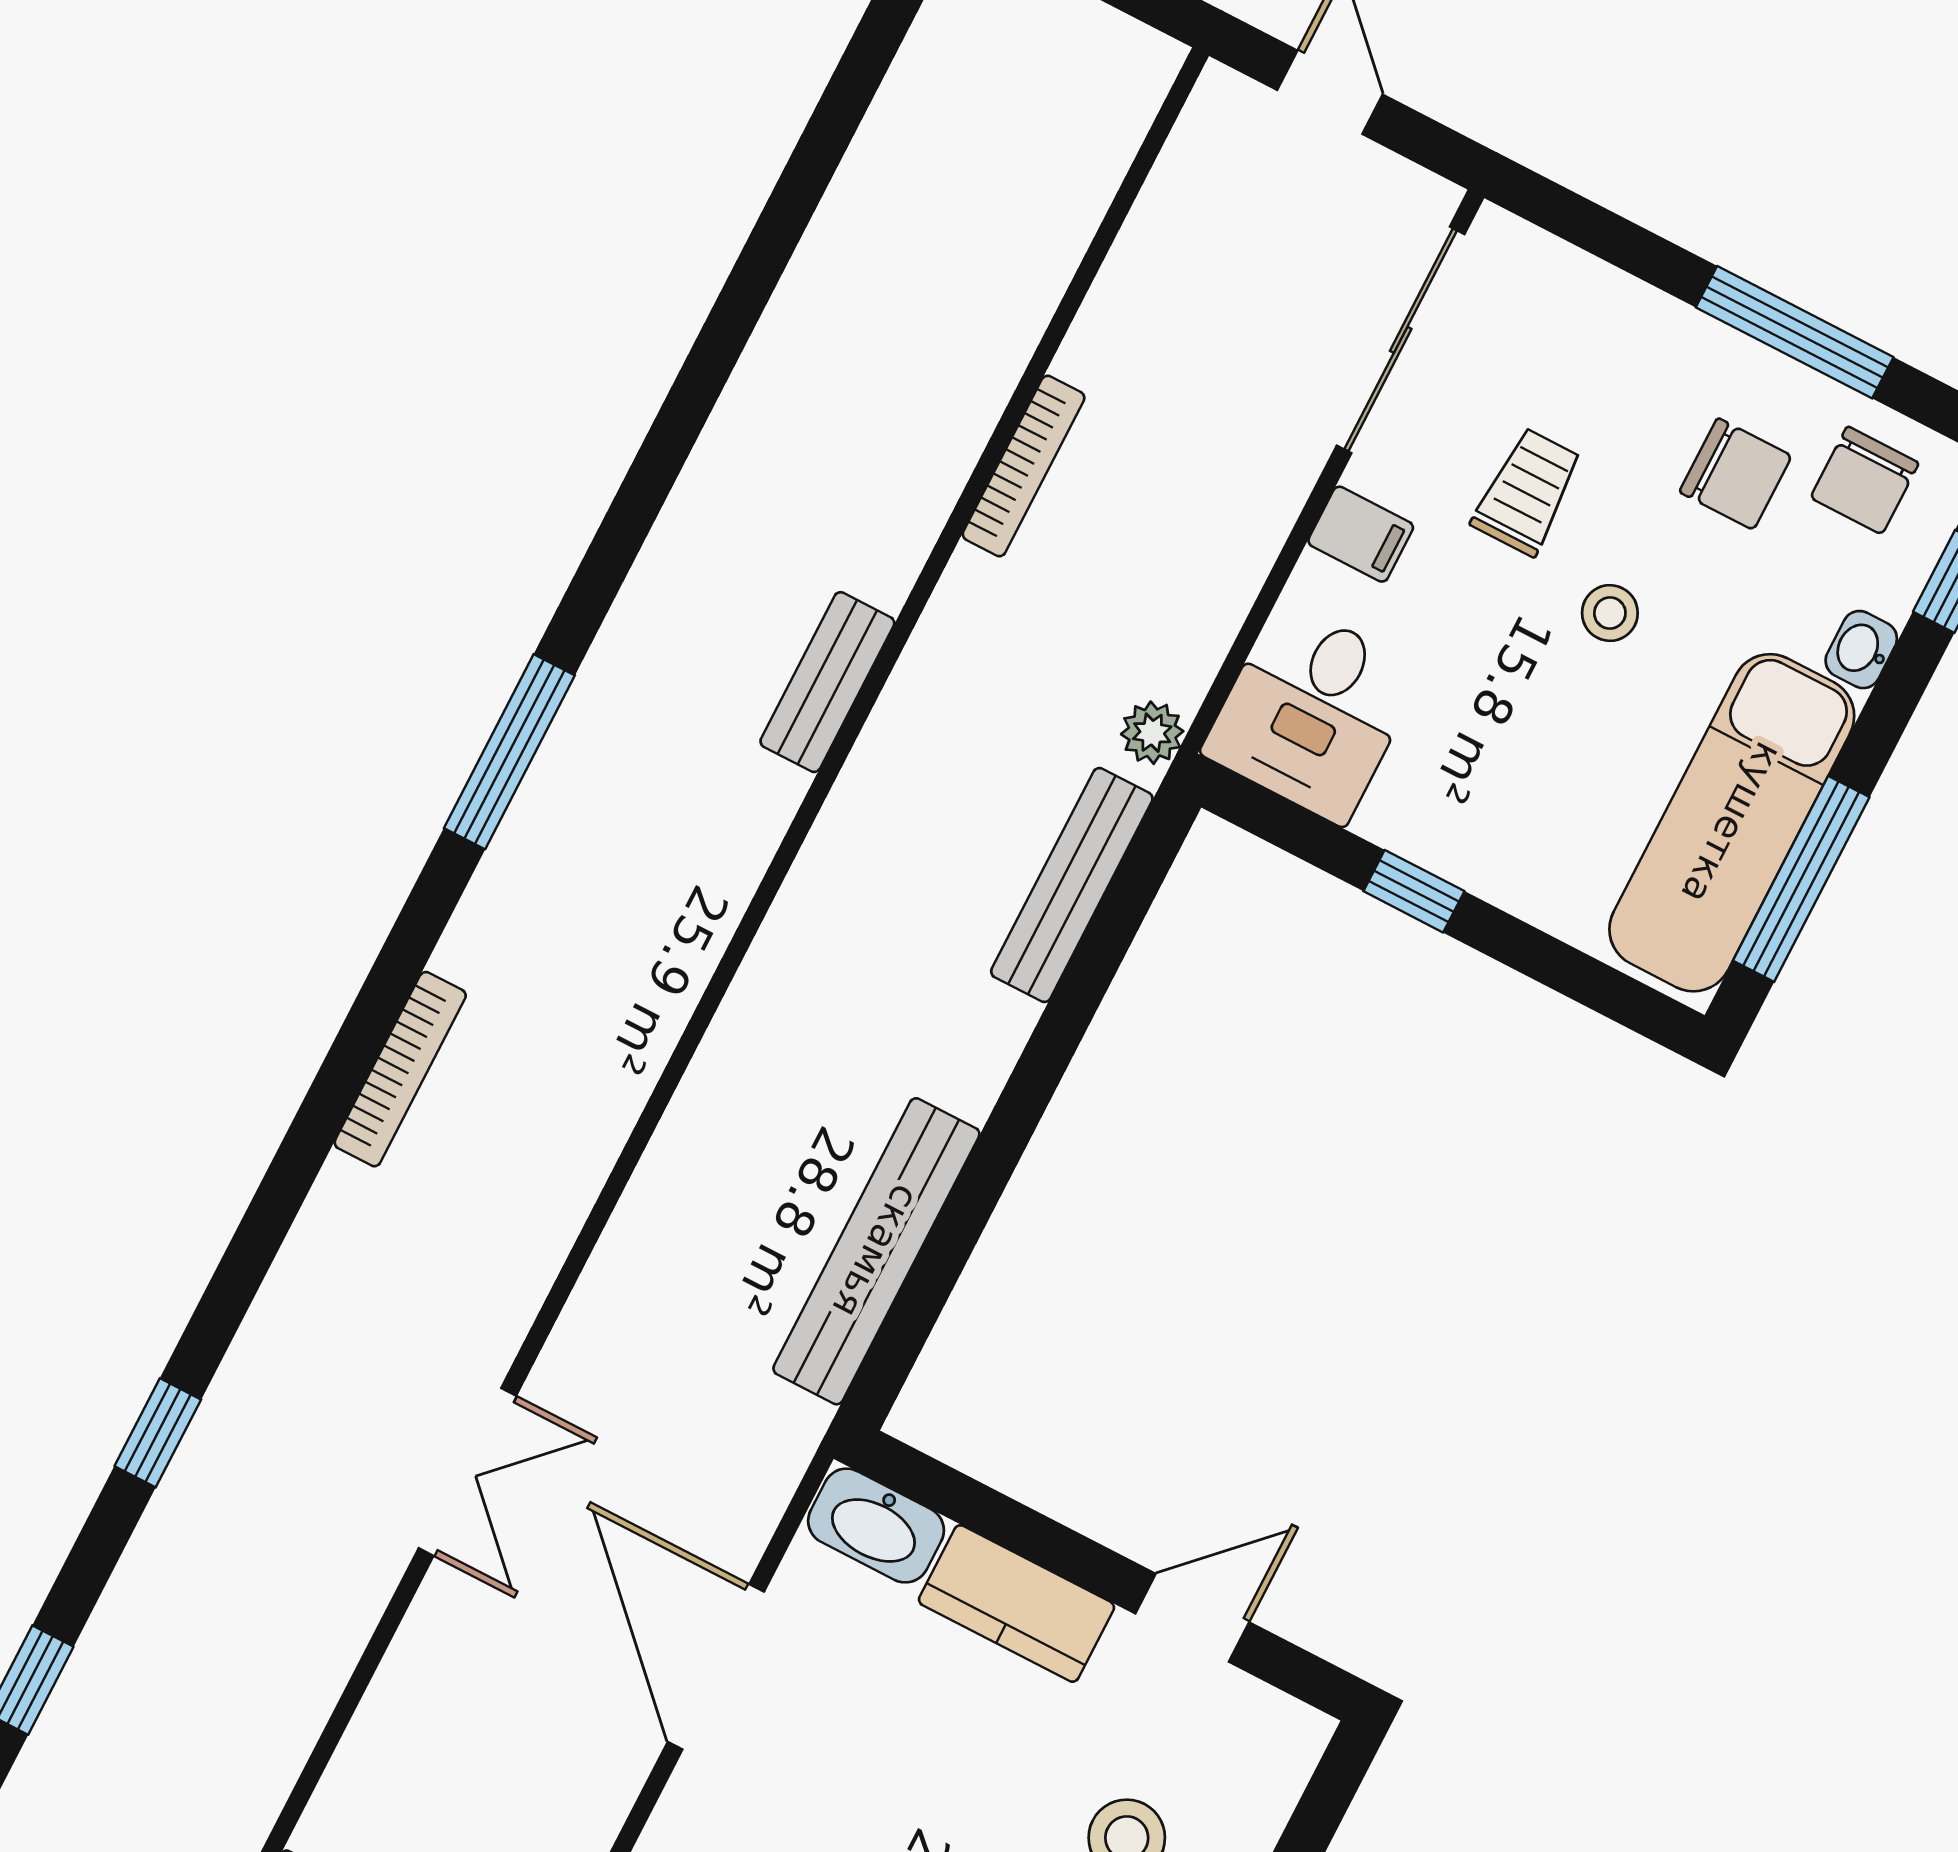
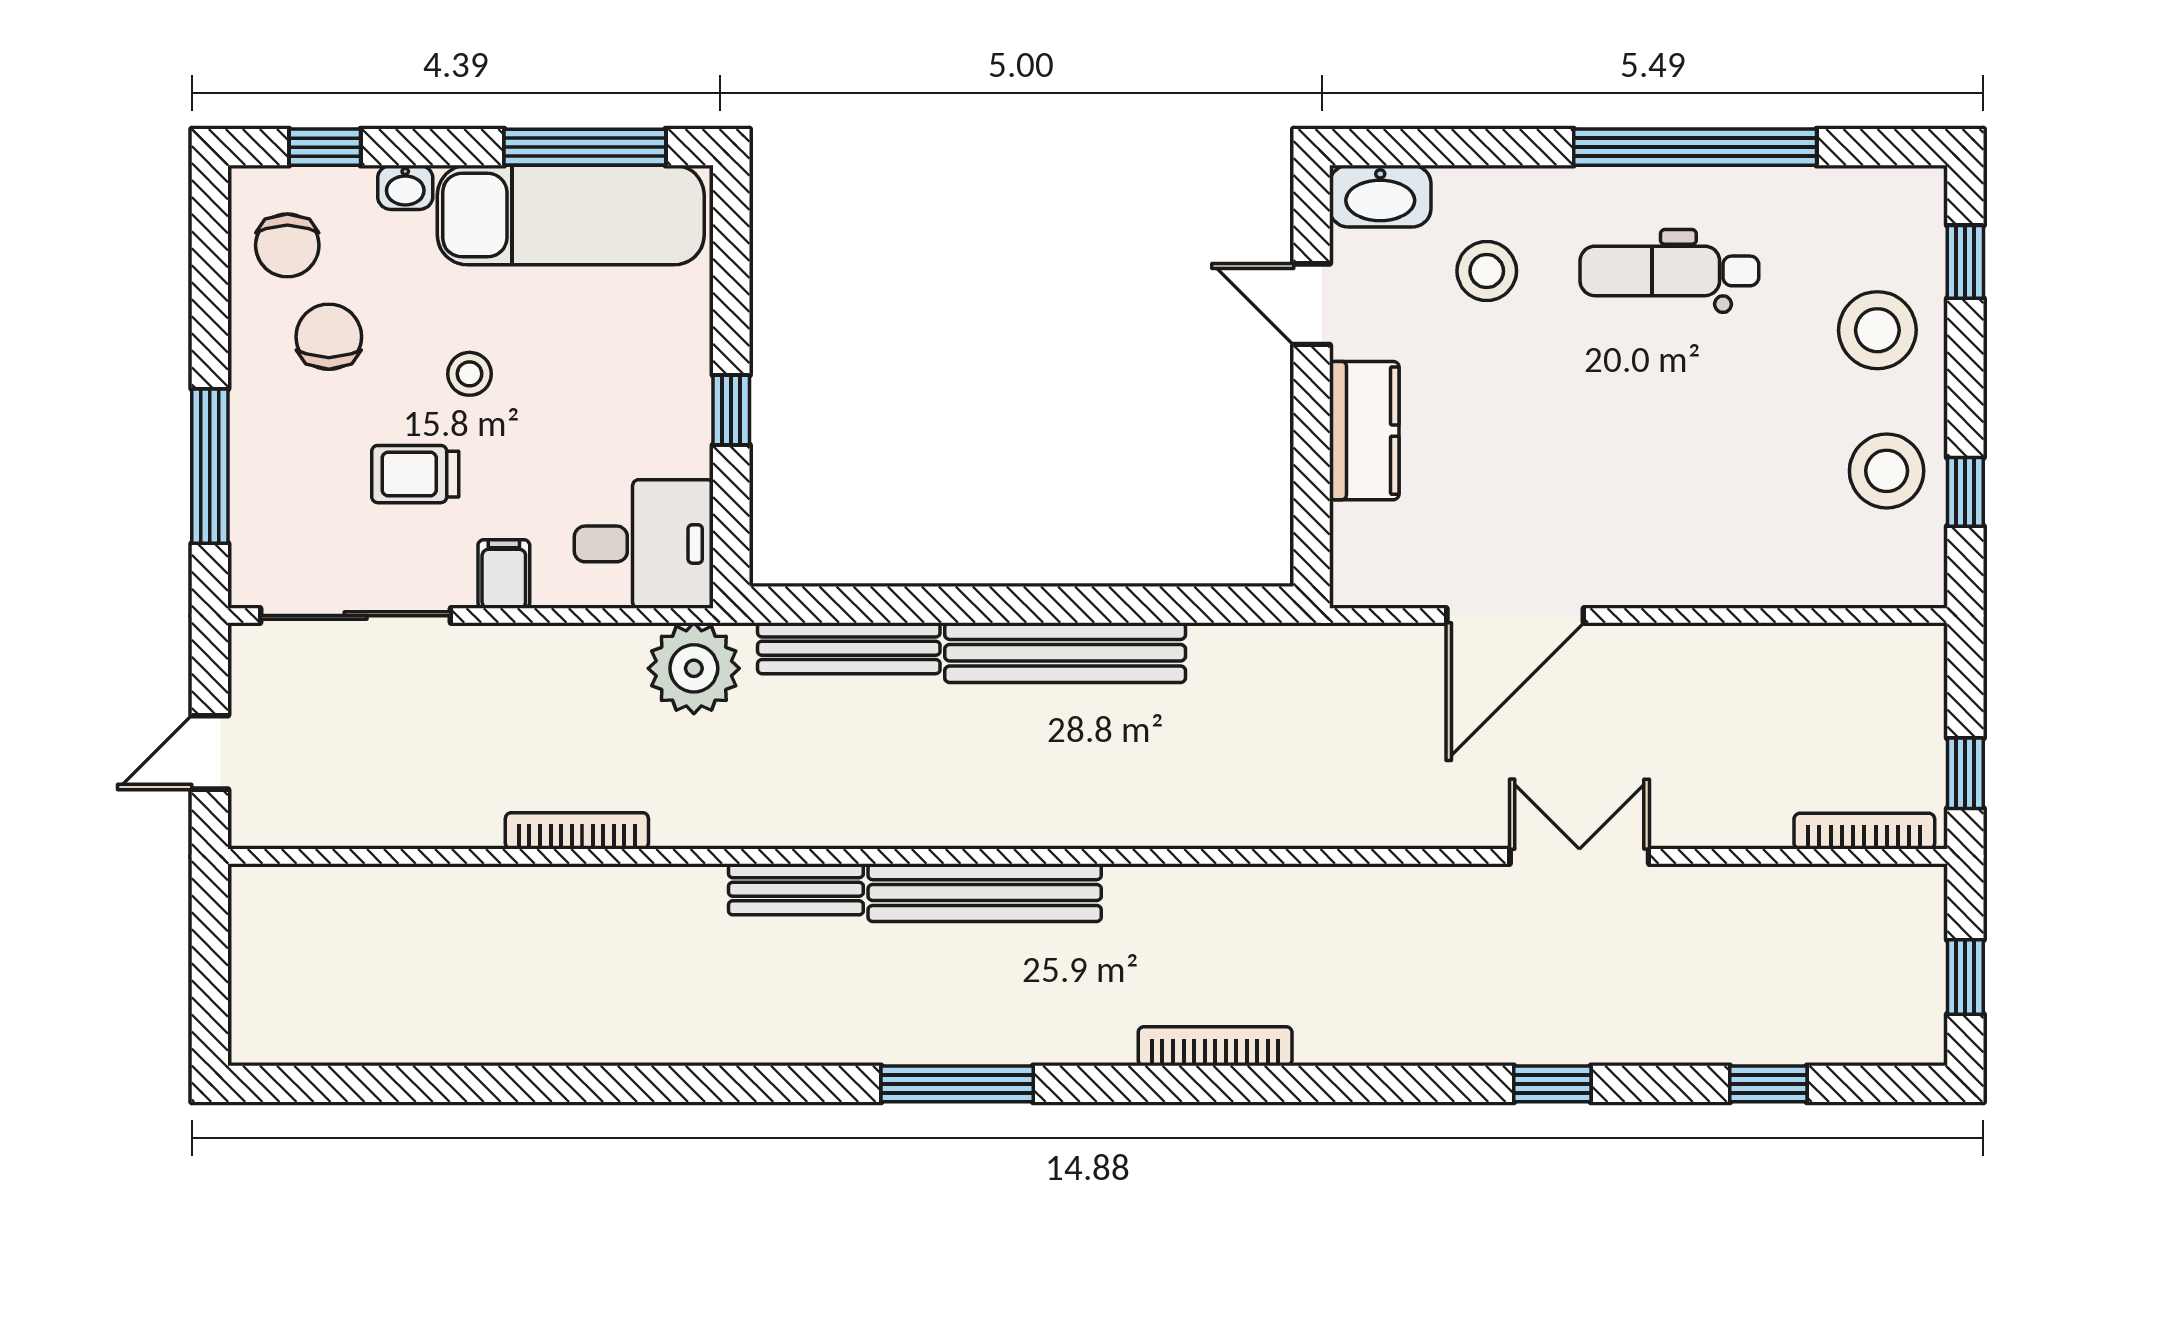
window: (1795, 332) -> (210, 466), moved
chair: (1865, 480) -> (287, 245), turned 90
plant: (1152, 733) -> (694, 668), width x1.88, depth x1.88
bench: (712, 896) -> (985, 893), added
bench: (876, 1251) -> (1065, 653), moved
double door: (467, 1472) -> (1579, 856), moved
washbasin: (876, 1526) -> (1380, 196), moved, turned 90

